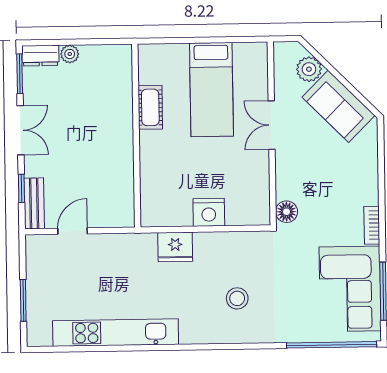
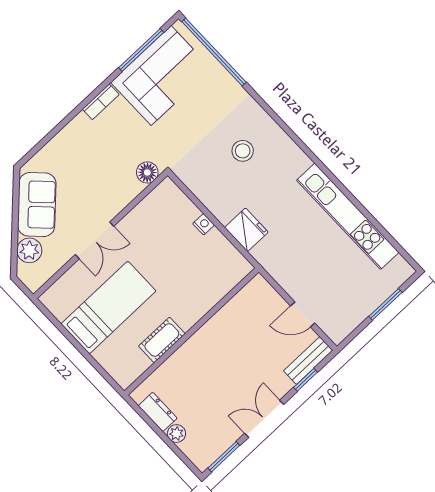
dresser: (40, 56) -> (158, 412), moved
nightstand: (209, 212) -> (204, 224), width x0.53, depth x0.56

